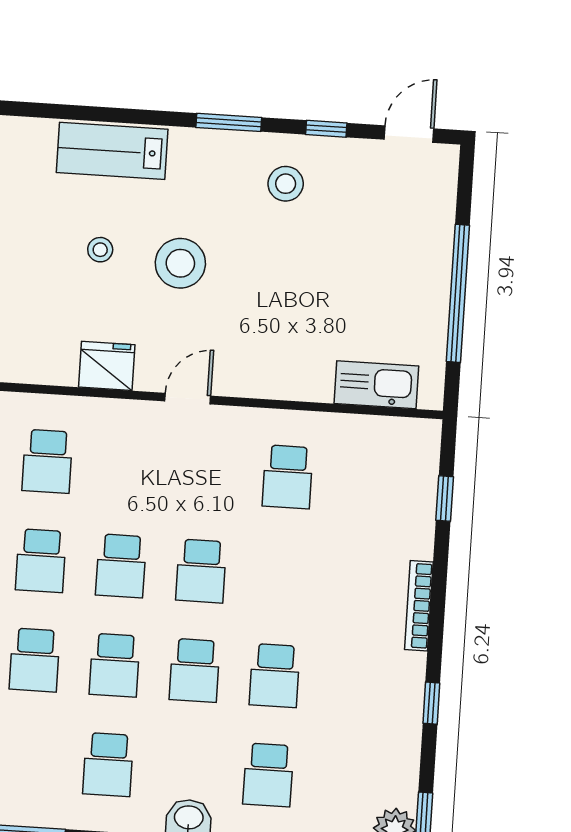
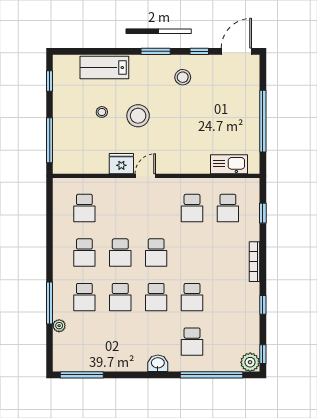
door: (409, 134) -> (236, 51), width x1.38
fridge: (107, 366) -> (121, 164), moved
school desk: (108, 765) -> (228, 208), moved

